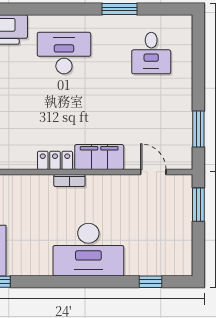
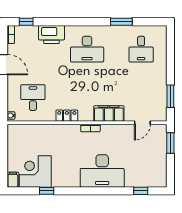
desk: (64, 53) -> (87, 49), turned 180
locker: (55, 160) -> (67, 116), moved
door: (153, 172) -> (142, 123), swing flipped

